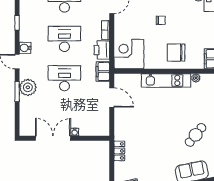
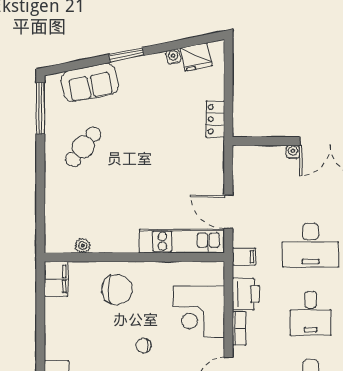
desk: (64, 39) -> (311, 313), width x0.73
corner desk: (129, 54) -> (199, 312), moved, turned 90
filing cabinet: (103, 72) -> (244, 257), width x0.50
kitchen unit: (166, 80) -> (182, 241), moved

